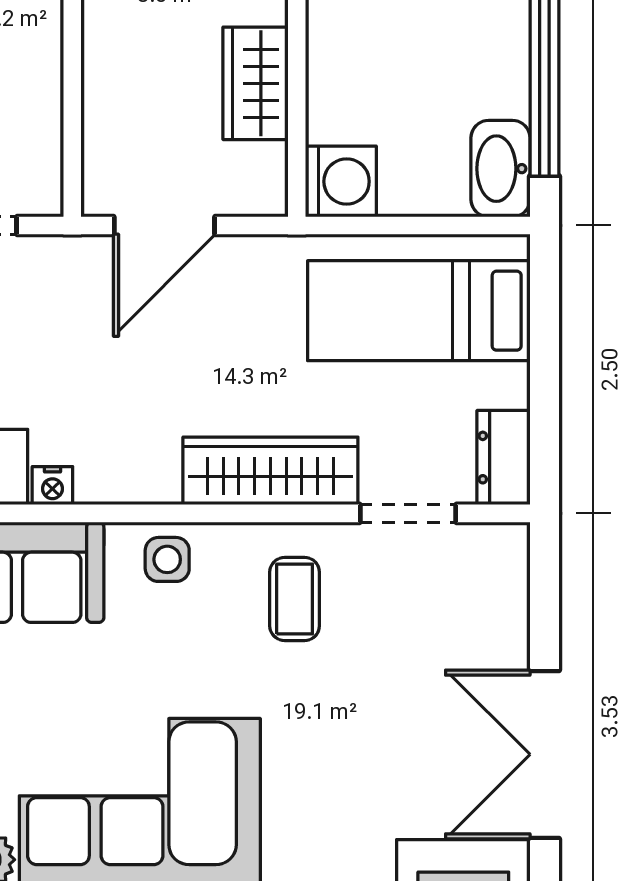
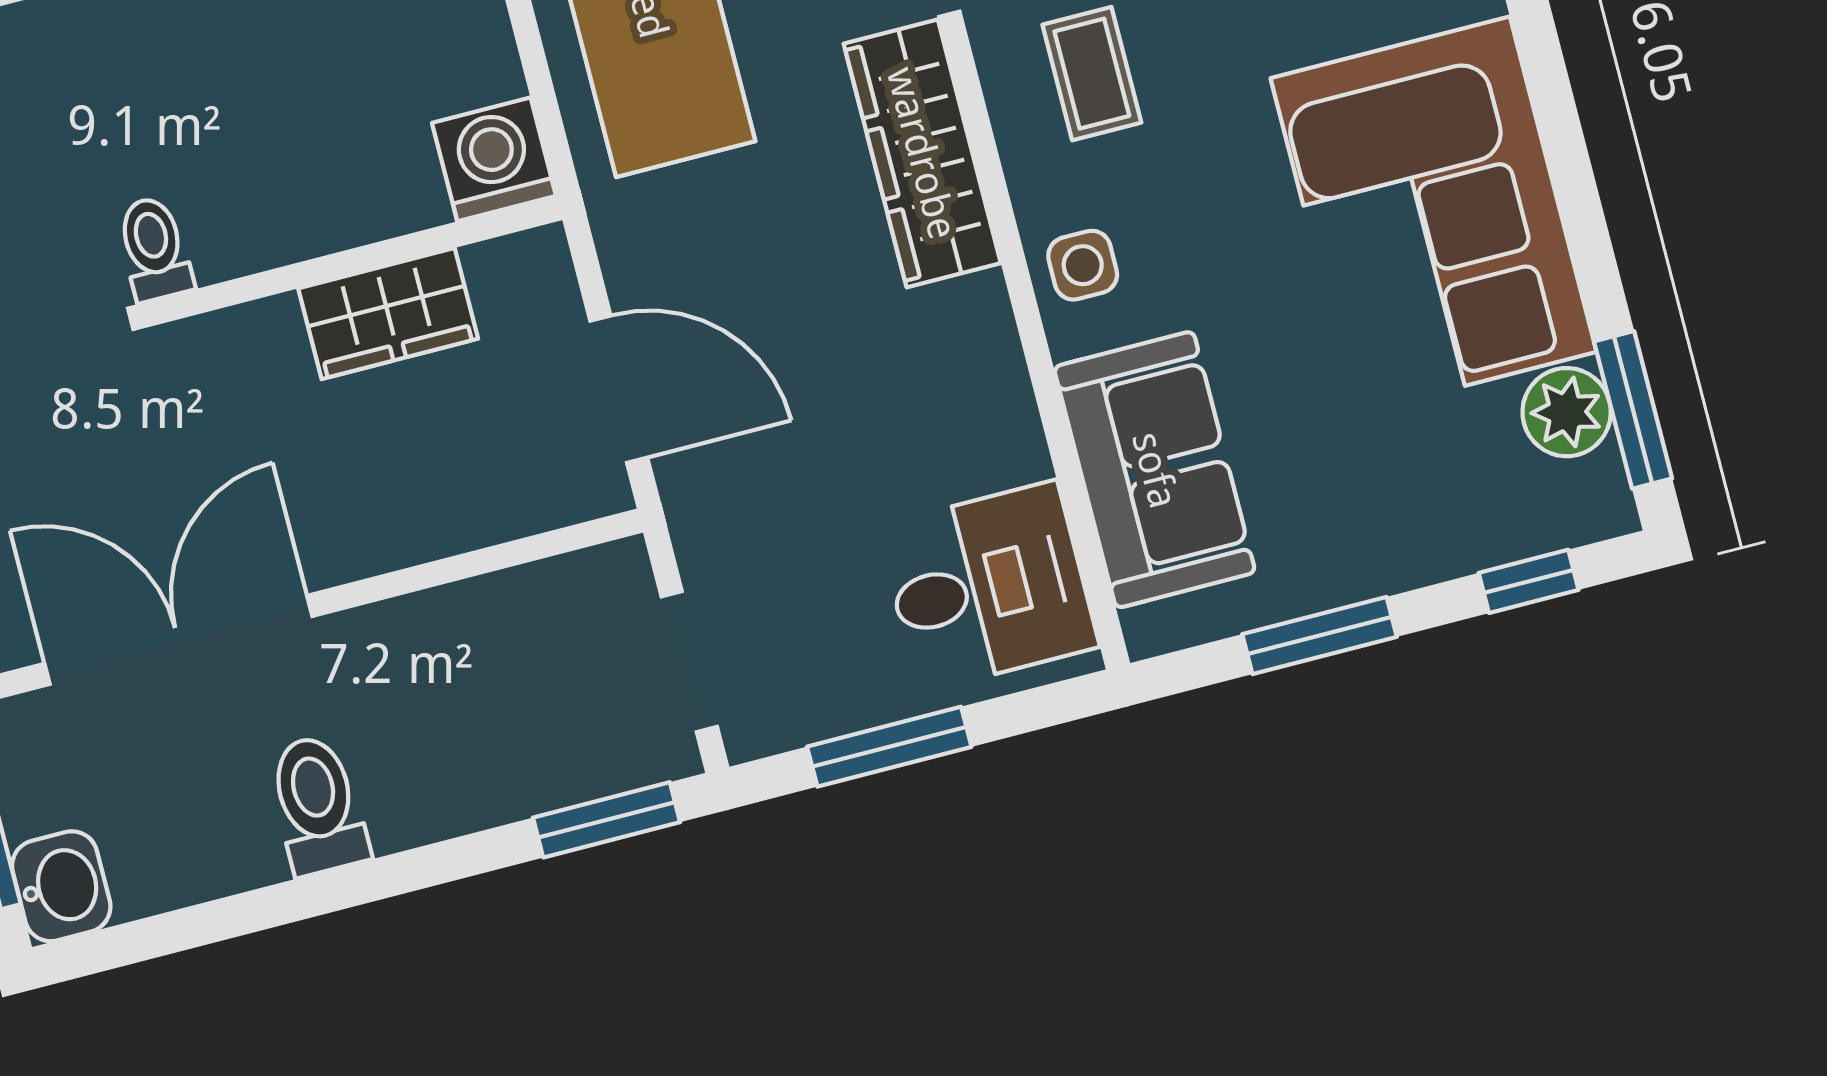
nightstand: (52, 486) -> (1021, 451), removed
coffee table: (295, 599) -> (1092, 74), turned 90

